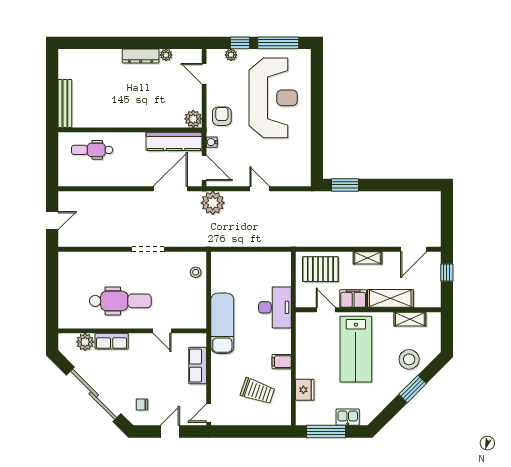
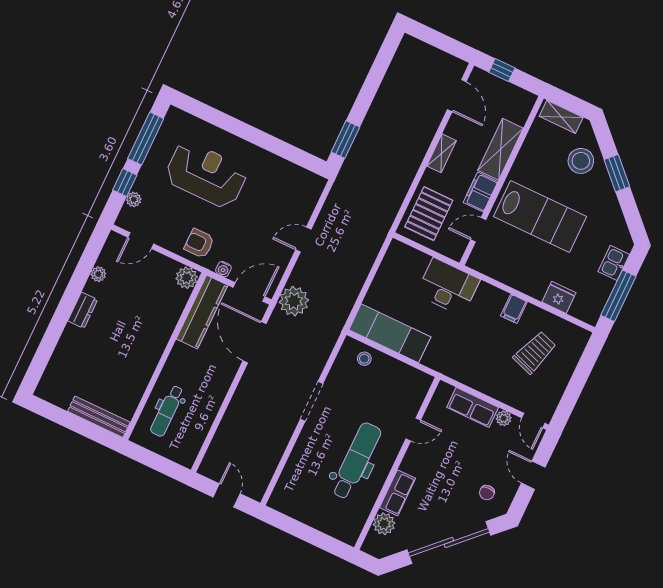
dresser: (141, 56) -> (83, 310), width x0.70
reception desk: (273, 98) -> (206, 174), width x0.74, depth x0.77
shelving: (410, 319) -> (561, 117), moved, turned 90
exam couch: (222, 323) -> (390, 333), moved
plant: (200, 391) -> (504, 418), added

